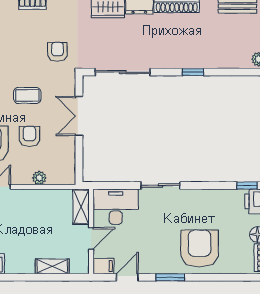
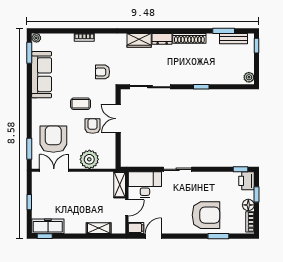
armchair: (57, 52) -> (102, 72), turned -90
armchair: (29, 136) -> (93, 126), moved
plant: (39, 178) -> (89, 159), width x1.87, depth x1.87
armchair: (200, 248) -> (206, 215), turned 90
window: (170, 277) -> (218, 236), moved

